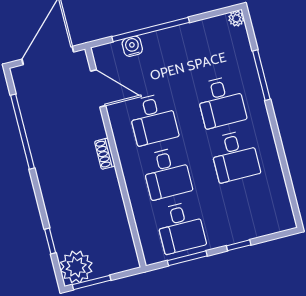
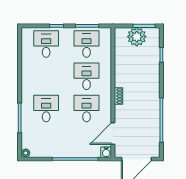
water cooler: (132, 46) -> (106, 152), moved
door: (98, 88) -> (113, 134), hinge flipped
desk: (235, 156) -> (46, 44), moved
plant: (76, 267) -> (137, 37), moved

